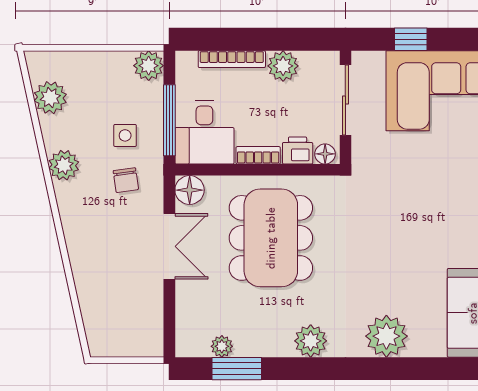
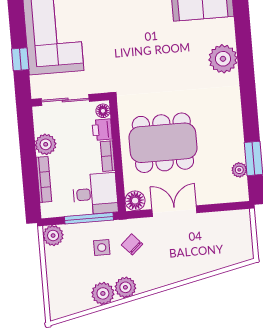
plant: (50, 98) -> (103, 293), moved
chair: (126, 180) -> (132, 244), turned -124
plant: (311, 341) -> (231, 110), removed

